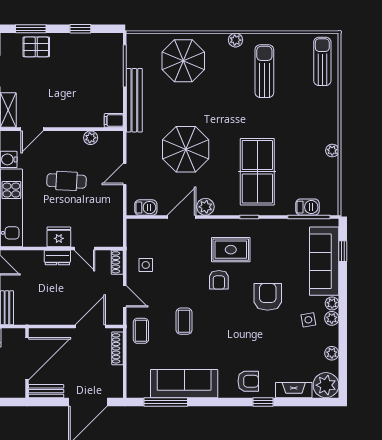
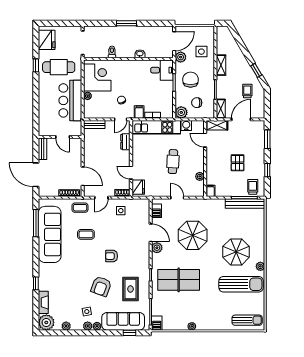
pallet: (36, 47) -> (238, 163), moved
trolley: (107, 52) -> (253, 187), added
parasol: (183, 61) -> (236, 252), moved
sun lounger: (264, 71) -> (241, 284), width x1.36, depth x1.34
bench: (134, 100) -> (245, 204), moved
barbecue: (308, 207) -> (157, 323), moved
fridge: (59, 237) -> (138, 187), moved
door: (84, 249) -> (131, 173), hinge flipped
rug: (231, 250) -> (130, 289), moved
dresser: (57, 258) -> (125, 142), moved
armchair: (268, 297) -> (101, 286), turned 110
door: (27, 359) -> (63, 137), width x0.53
armchair: (248, 381) -> (49, 274), removed
sofa: (184, 384) -> (50, 234), width x1.36, depth x1.27

